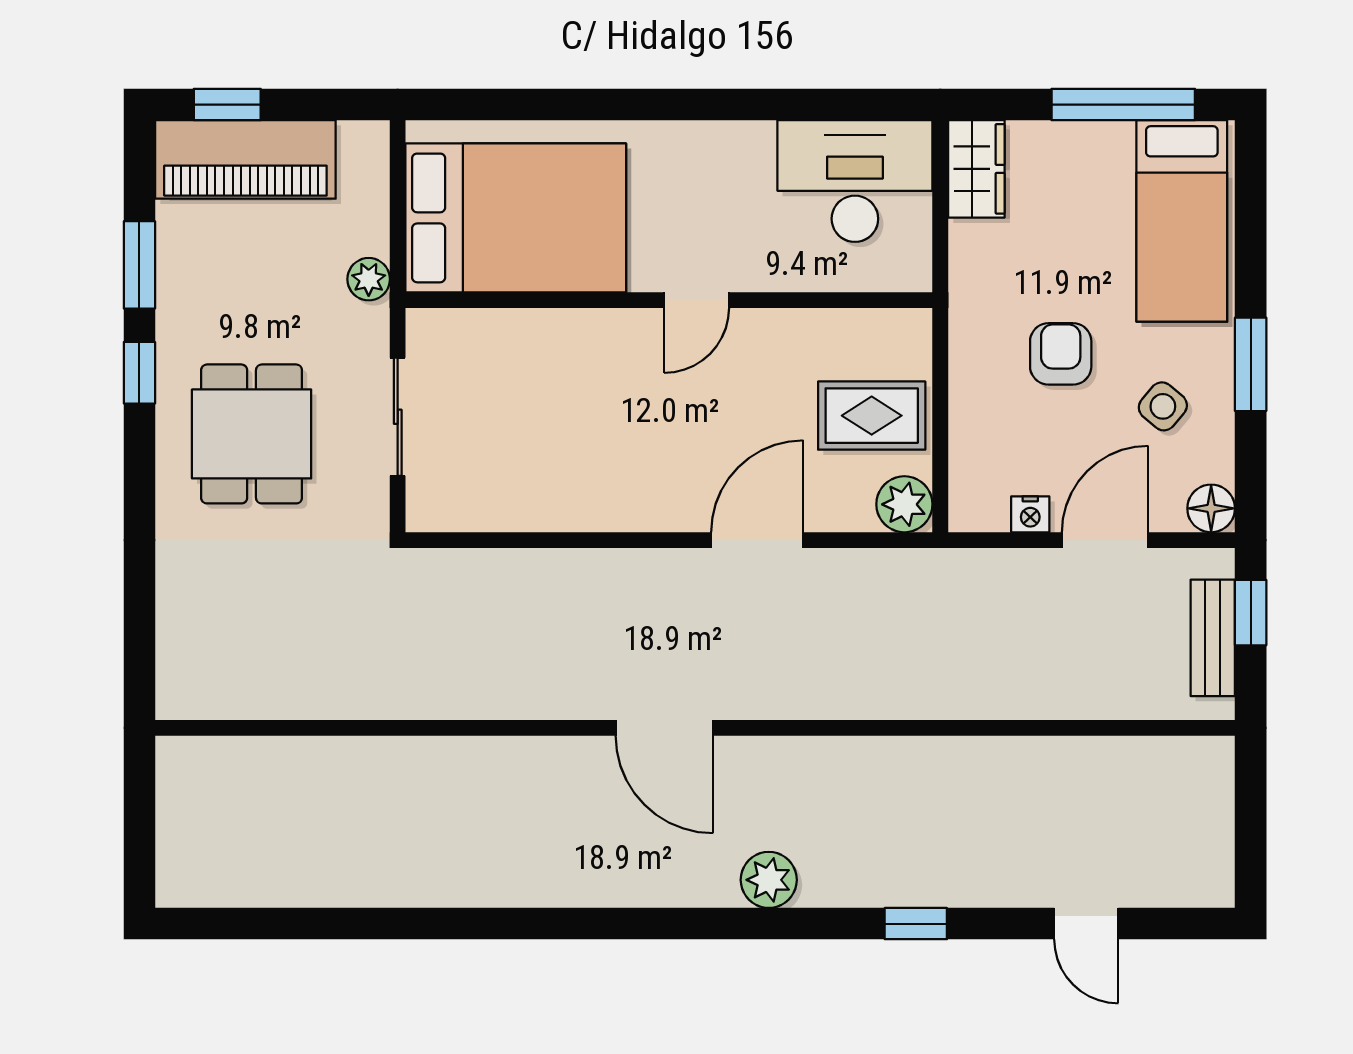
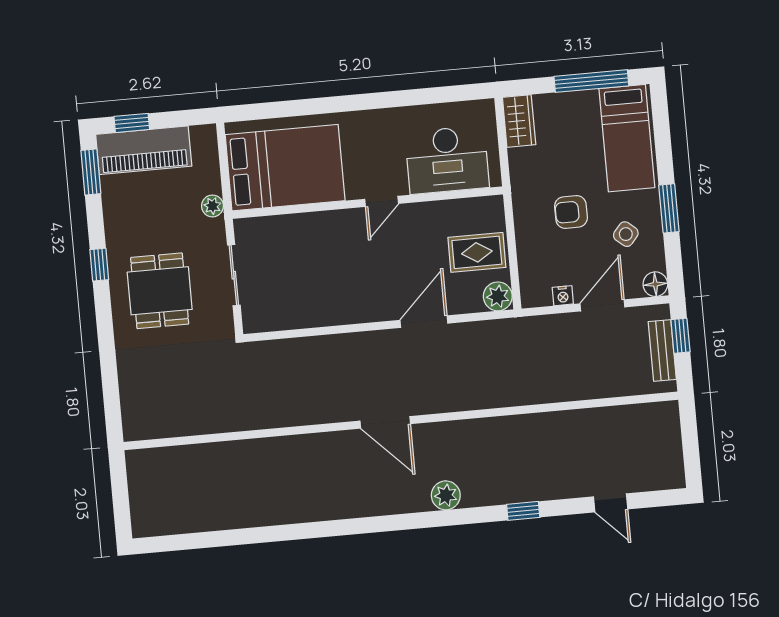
desk: (855, 181) -> (447, 160), moved, turned 180
window: (139, 265) -> (91, 172), moved
armchair: (1061, 354) -> (571, 212), turned -90

